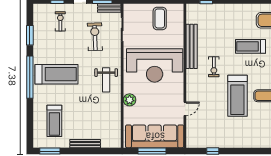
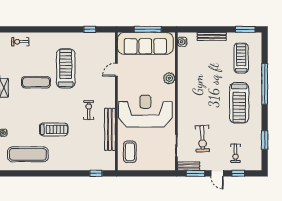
coffee table: (160, 18) -> (130, 152), moved
treadmill: (56, 74) -> (239, 103), turned -90
window: (30, 77) -> (265, 84), moved
weight bench: (106, 80) -> (192, 97), removed
treadmill: (237, 96) -> (66, 68), moved
water cooler: (116, 138) -> (182, 42), added

